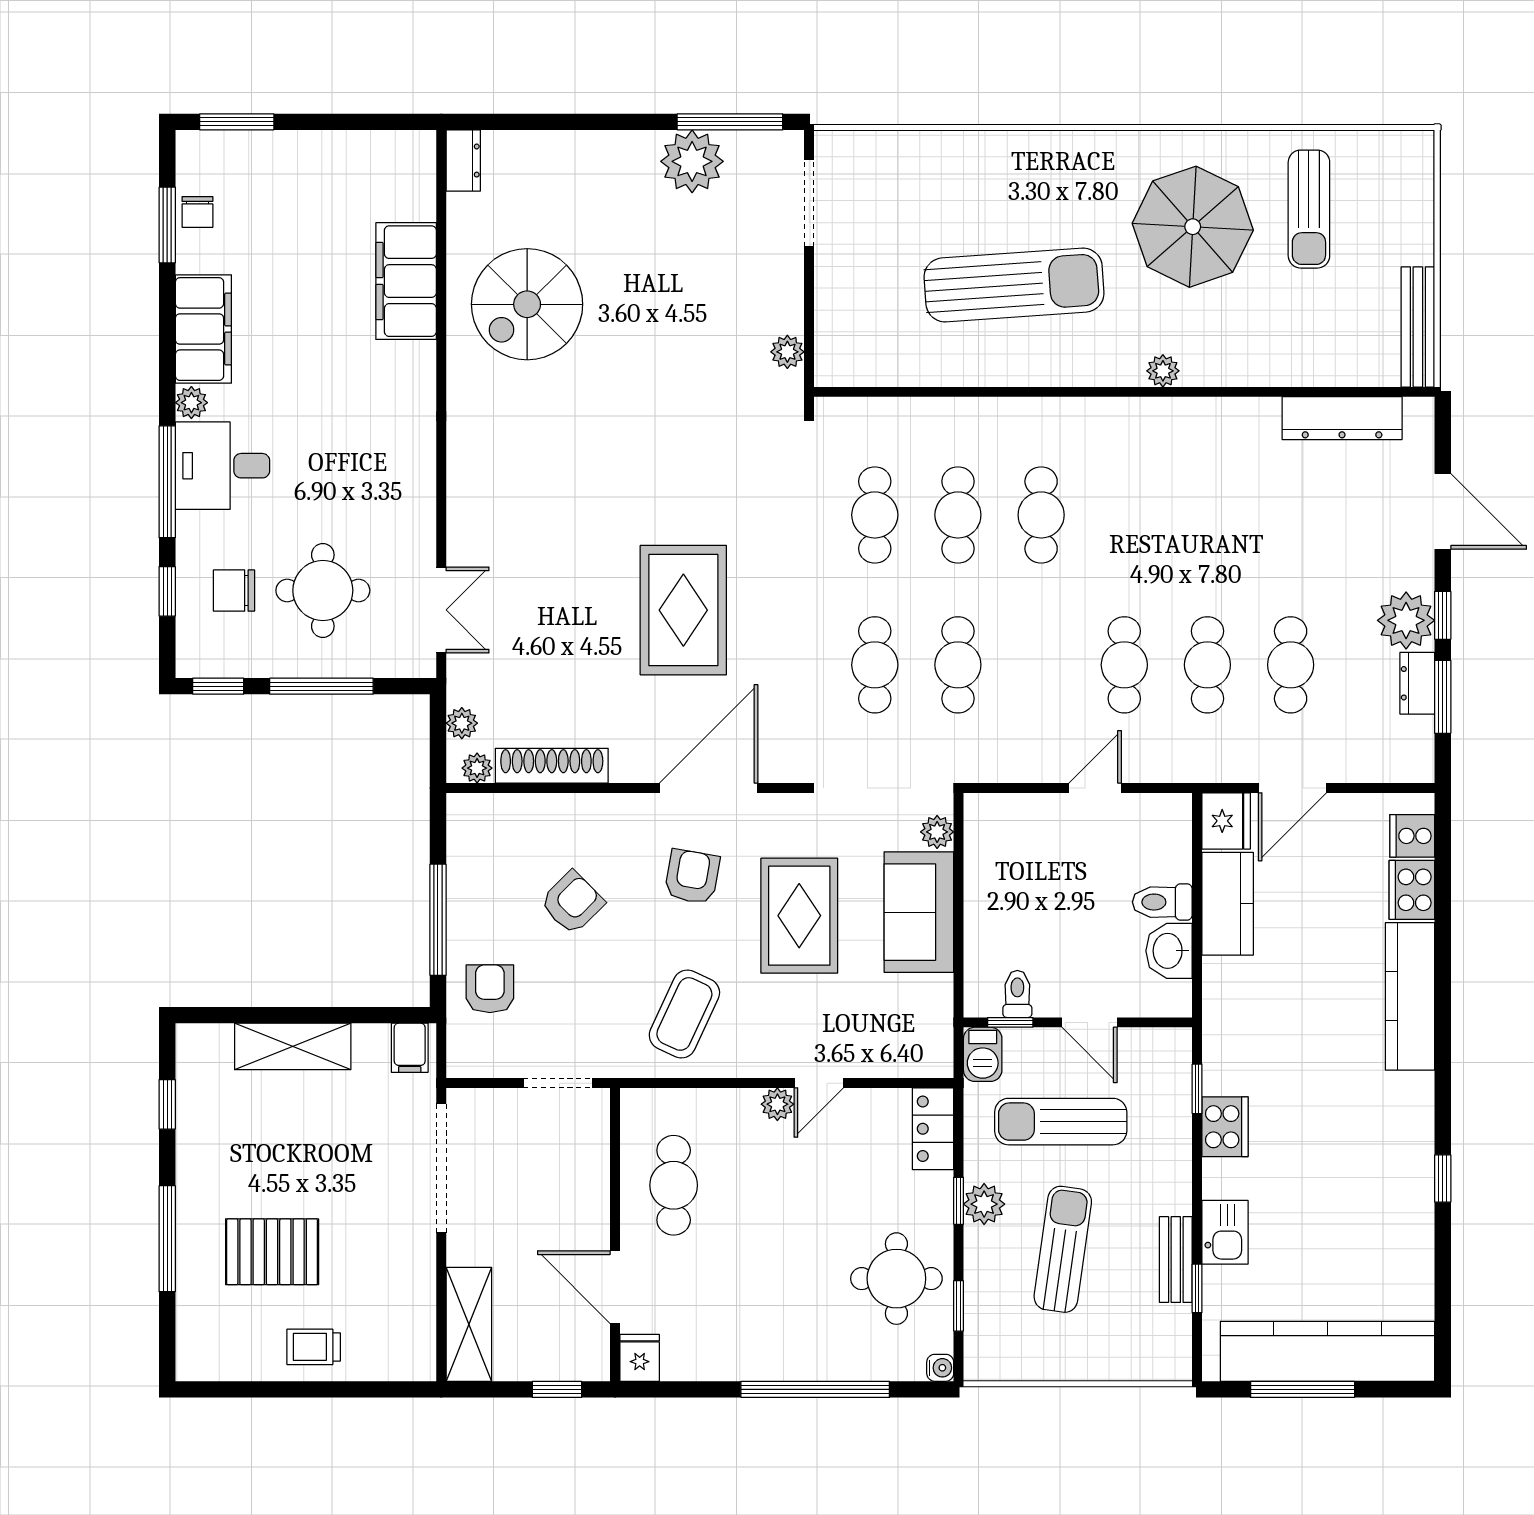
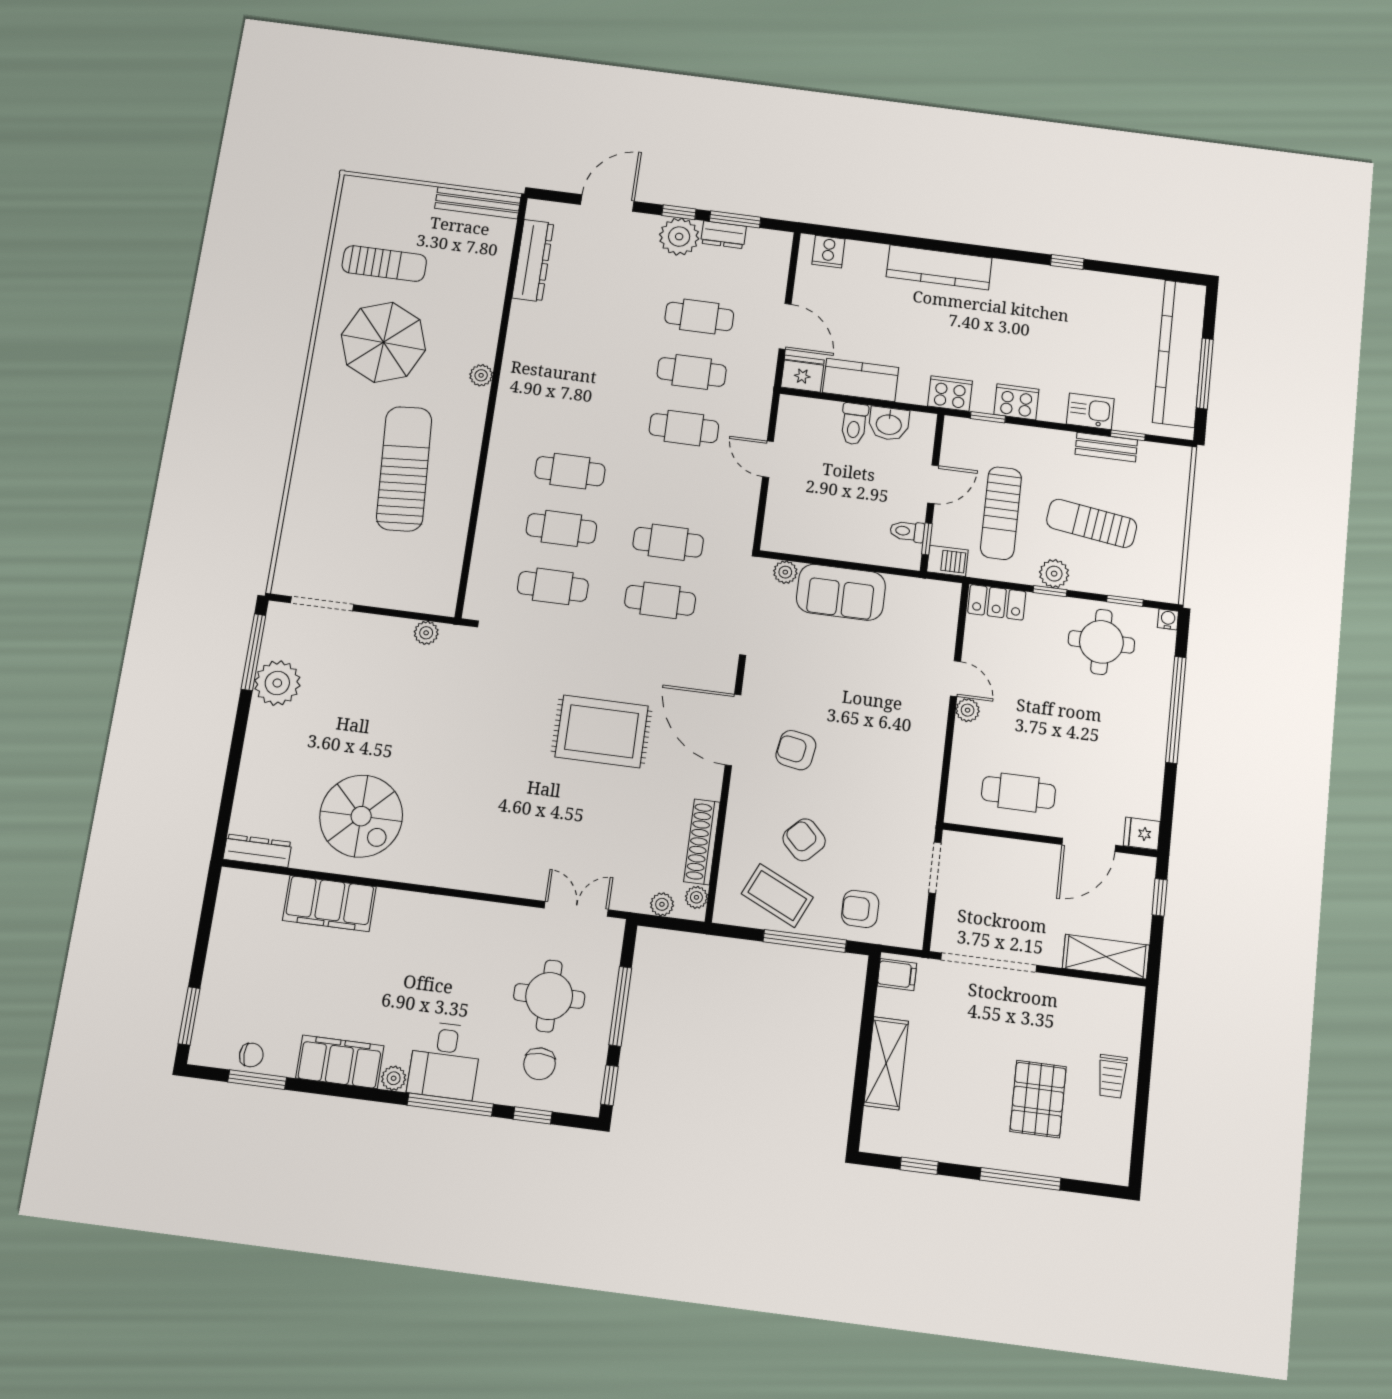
dresser: (463, 161) -> (257, 851), width x1.44
cooker: (1412, 890) -> (950, 393), moved, turned 180
rug: (799, 916) -> (833, 677), removed
coffee table: (684, 1014) -> (777, 896), moved

